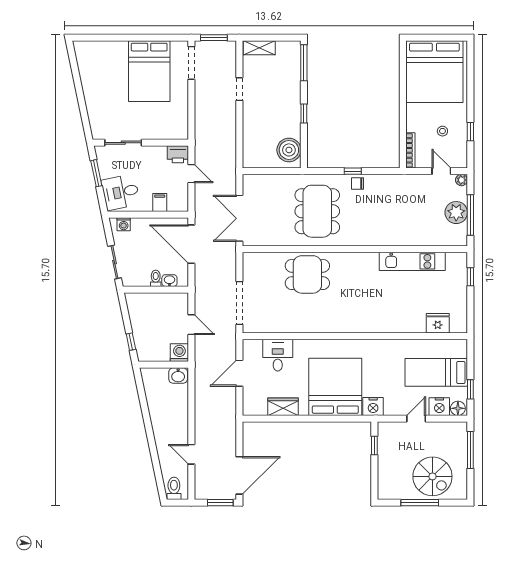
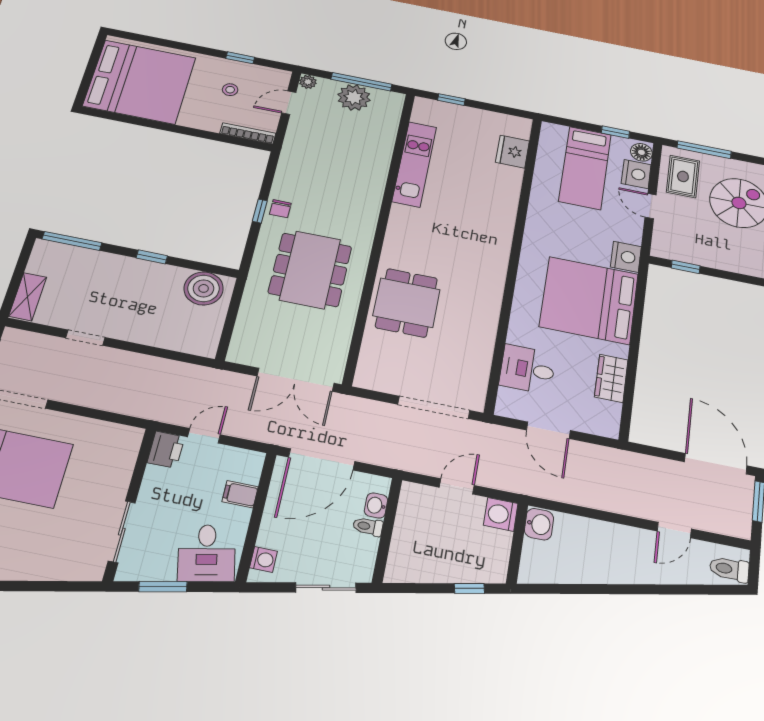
dining table: (317, 211) -> (310, 270), turned 90
rug: (445, 438) -> (683, 176), added

